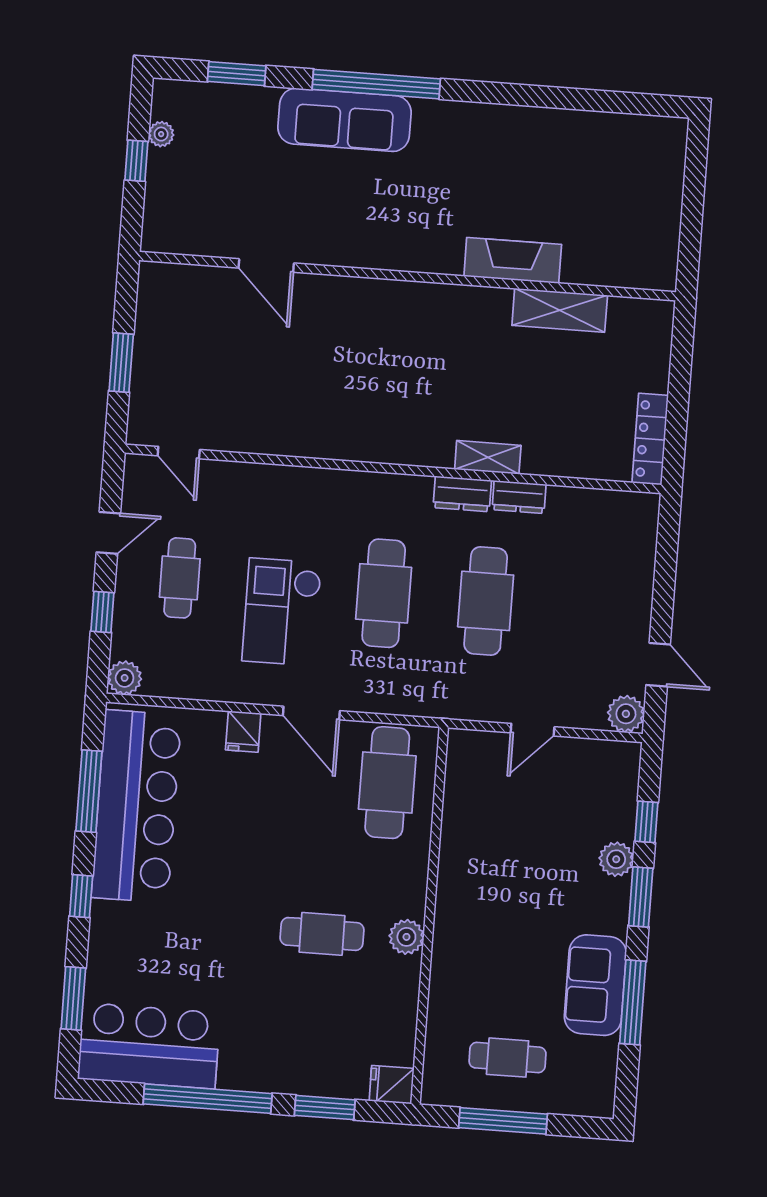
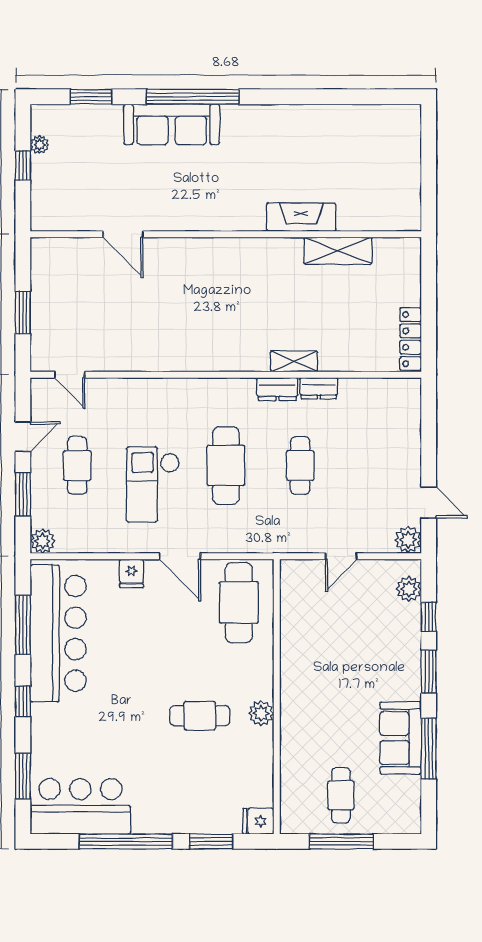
cafe table: (486, 601) -> (300, 465), width x0.73, depth x0.74
window: (102, 612) -> (23, 494), width x1.50
plant: (616, 859) -> (409, 589), moved
cafe table: (508, 1058) -> (341, 795), turned 90

